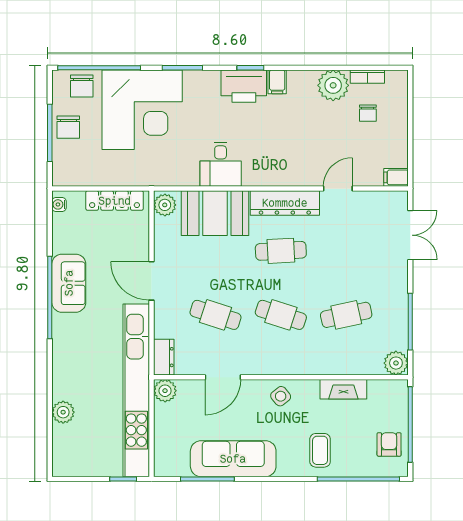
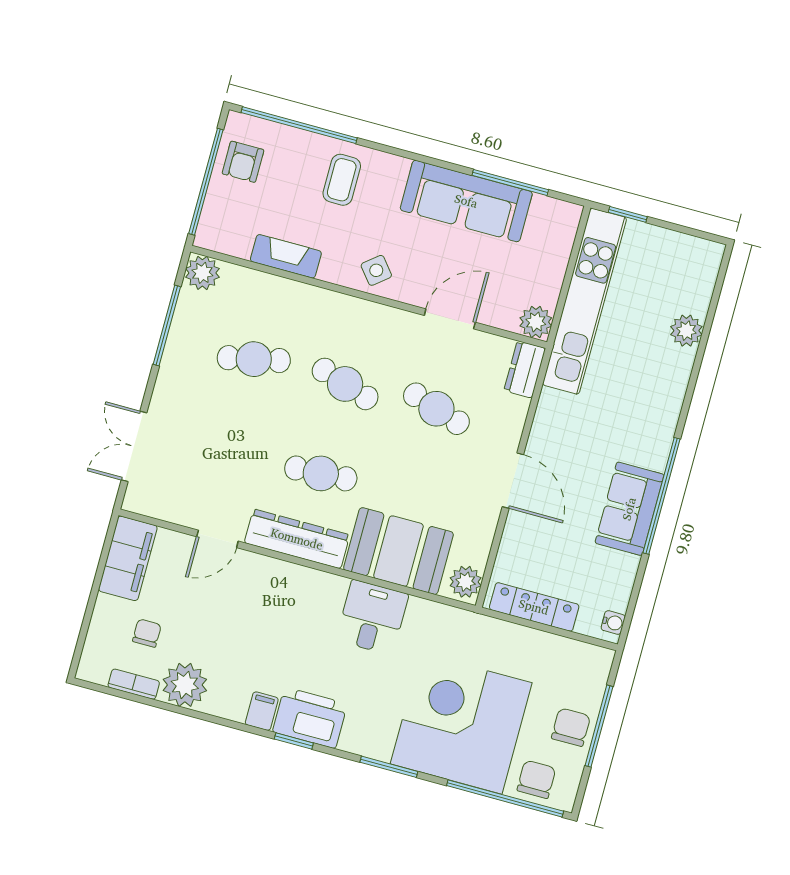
filing cabinet: (396, 177) -> (128, 558), width x3.00, depth x1.17
kitchen unit: (136, 390) -> (585, 301), width x0.73

